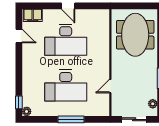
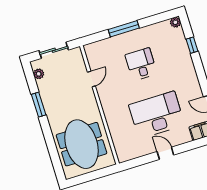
desk: (66, 85) -> (141, 64), width x0.53, depth x0.77
window: (19, 102) -> (192, 45), moved

